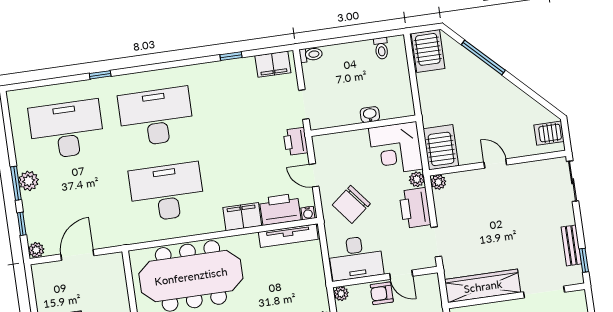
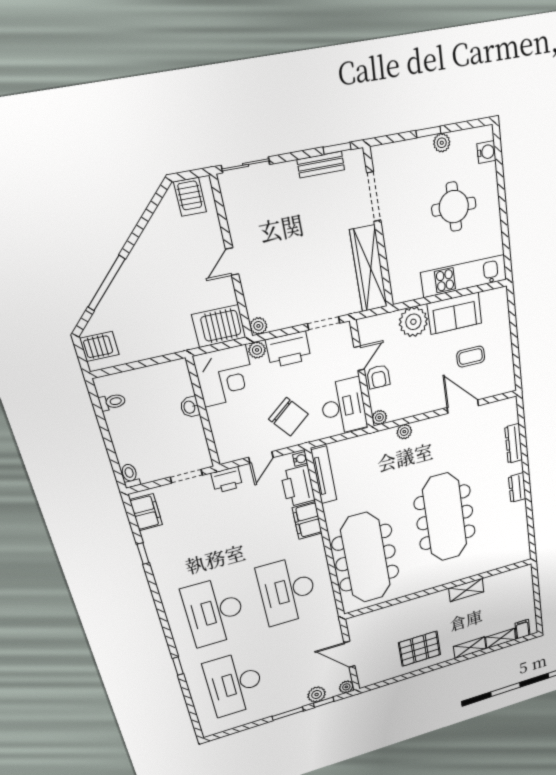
server rack: (428, 51) -> (99, 346), width x0.73, depth x0.70
plant: (29, 181) -> (317, 695), moved

